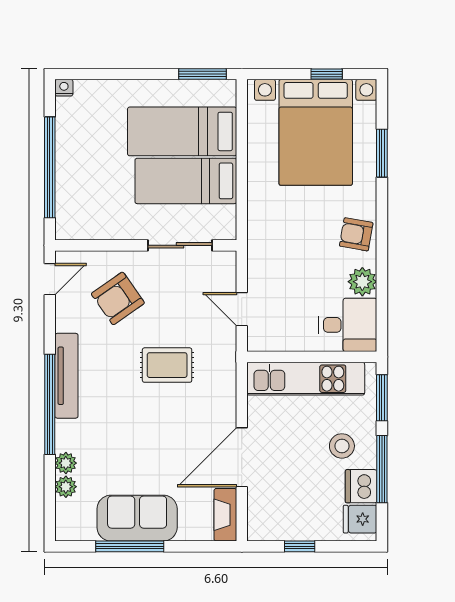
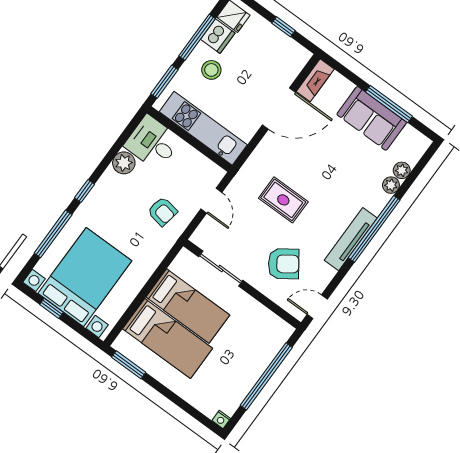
window: (382, 153) -> (53, 234), width x1.44
window: (382, 222) -> (84, 191), added
armchair: (356, 234) -> (162, 211), moved

